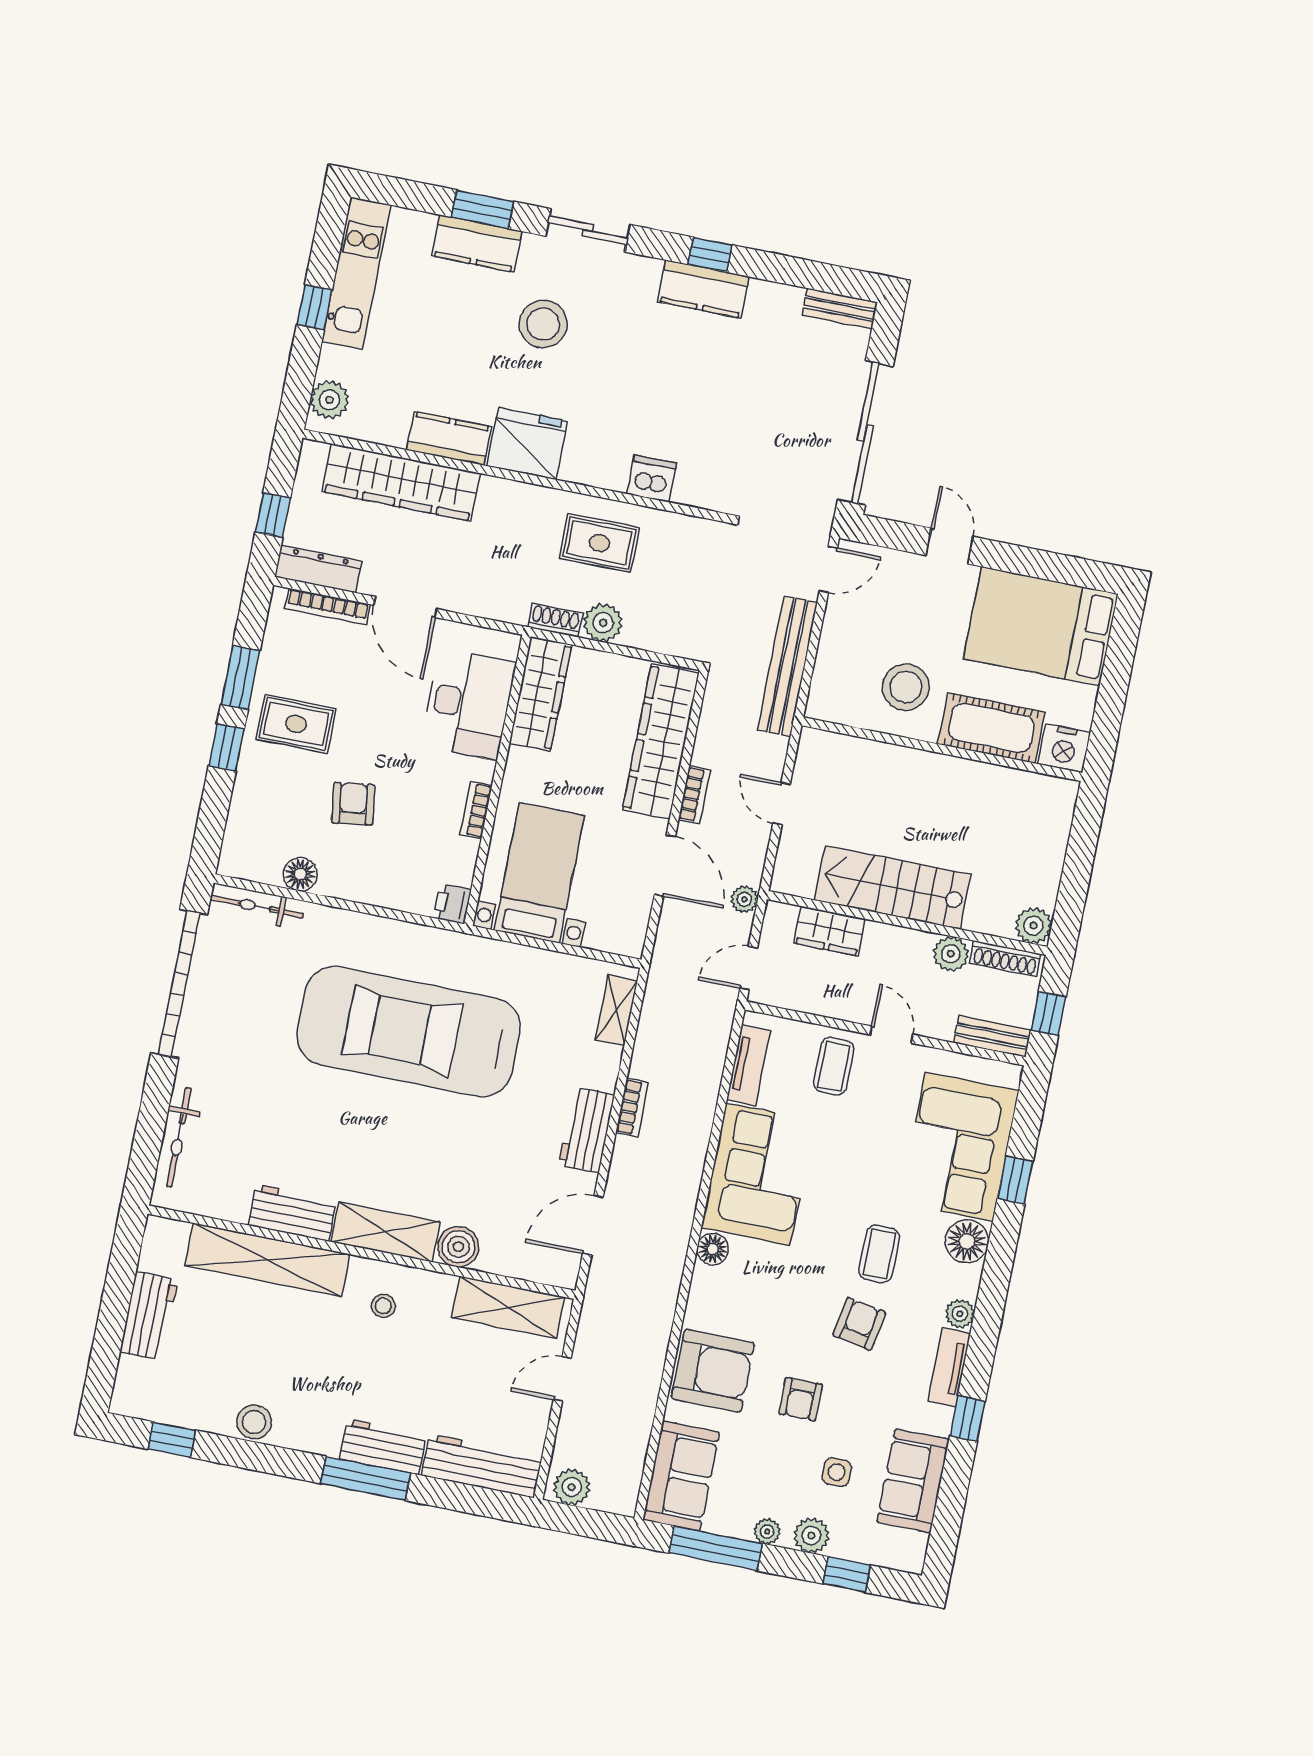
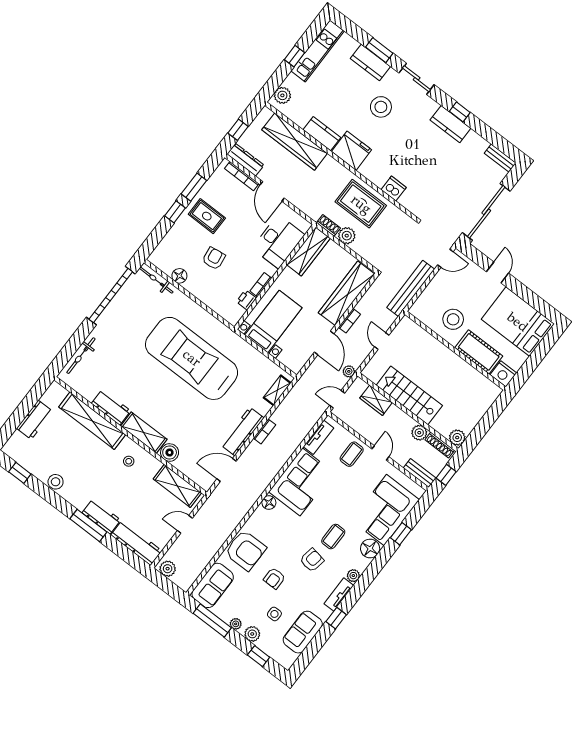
rug: (599, 543) -> (361, 204), width x1.36, depth x1.43
printer: (452, 904) -> (246, 300), moved
workbench: (587, 1130) -> (242, 431), width x1.38

